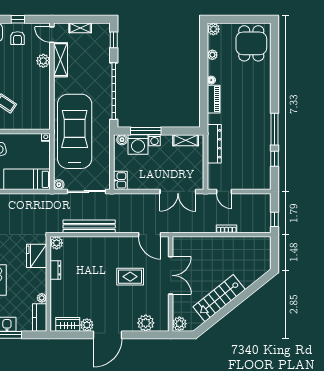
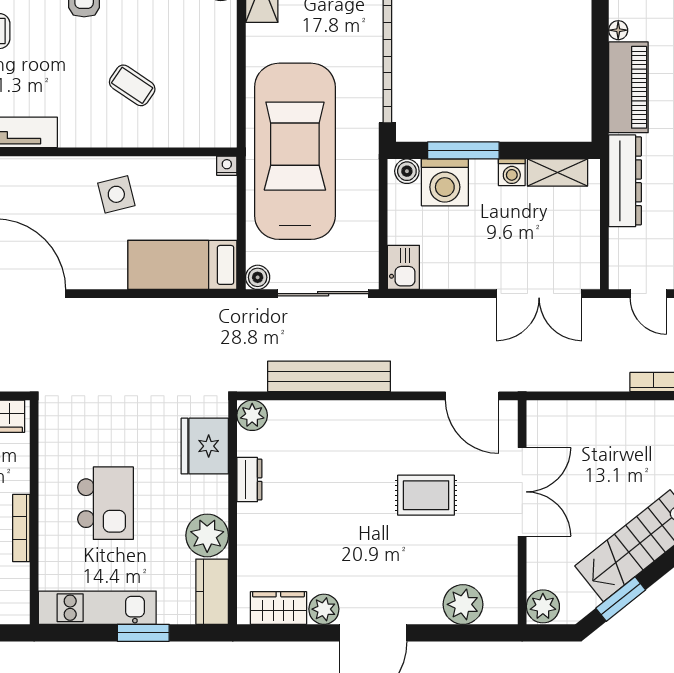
piano: (214, 99) -> (628, 87), width x1.37, depth x1.33
washing machine: (155, 140) -> (512, 172), moved
plant: (42, 298) -> (207, 535), width x1.88, depth x1.88
window: (212, 321) -> (621, 599), added

